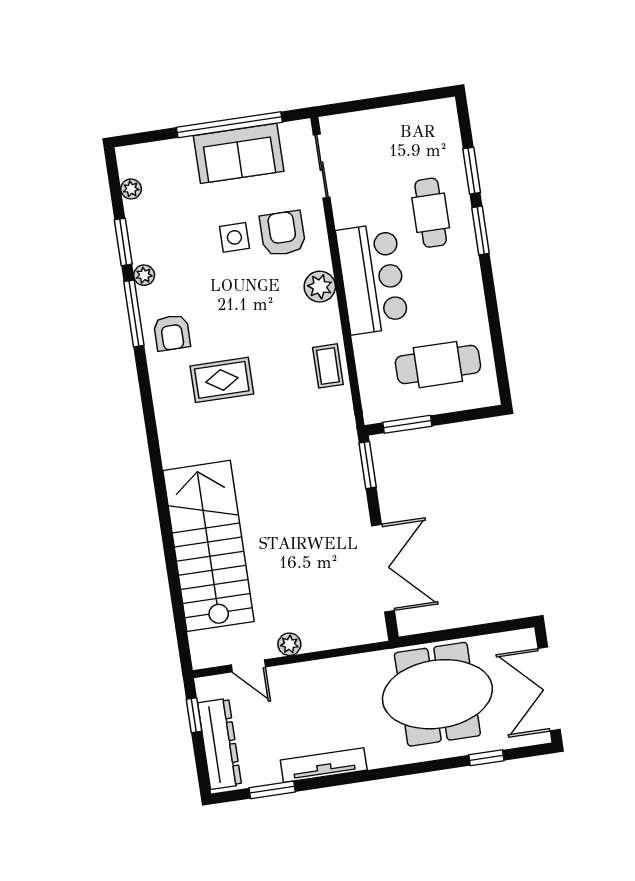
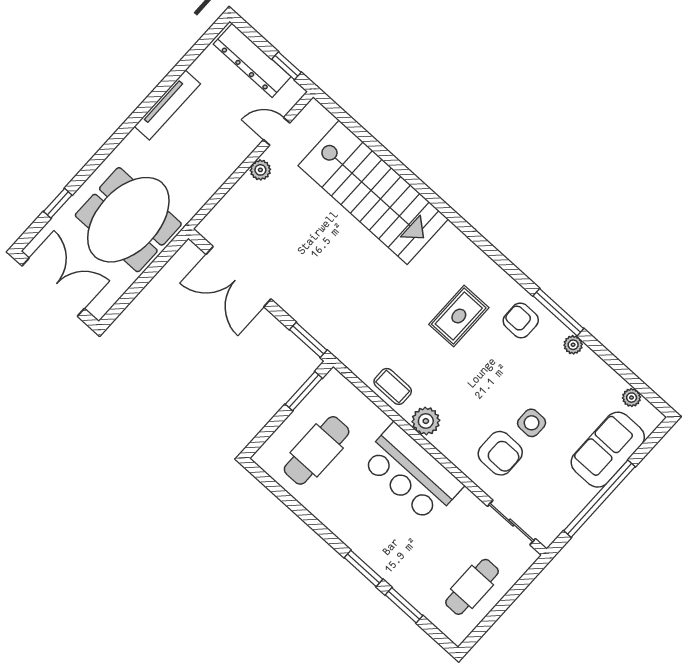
sofa: (239, 153) -> (608, 450), moved
cafe table: (431, 213) -> (472, 587), moved, turned 90
window: (123, 242) -> (607, 356), removed
plant: (320, 287) -> (426, 421), moved
window: (272, 790) -> (189, 58), removed

